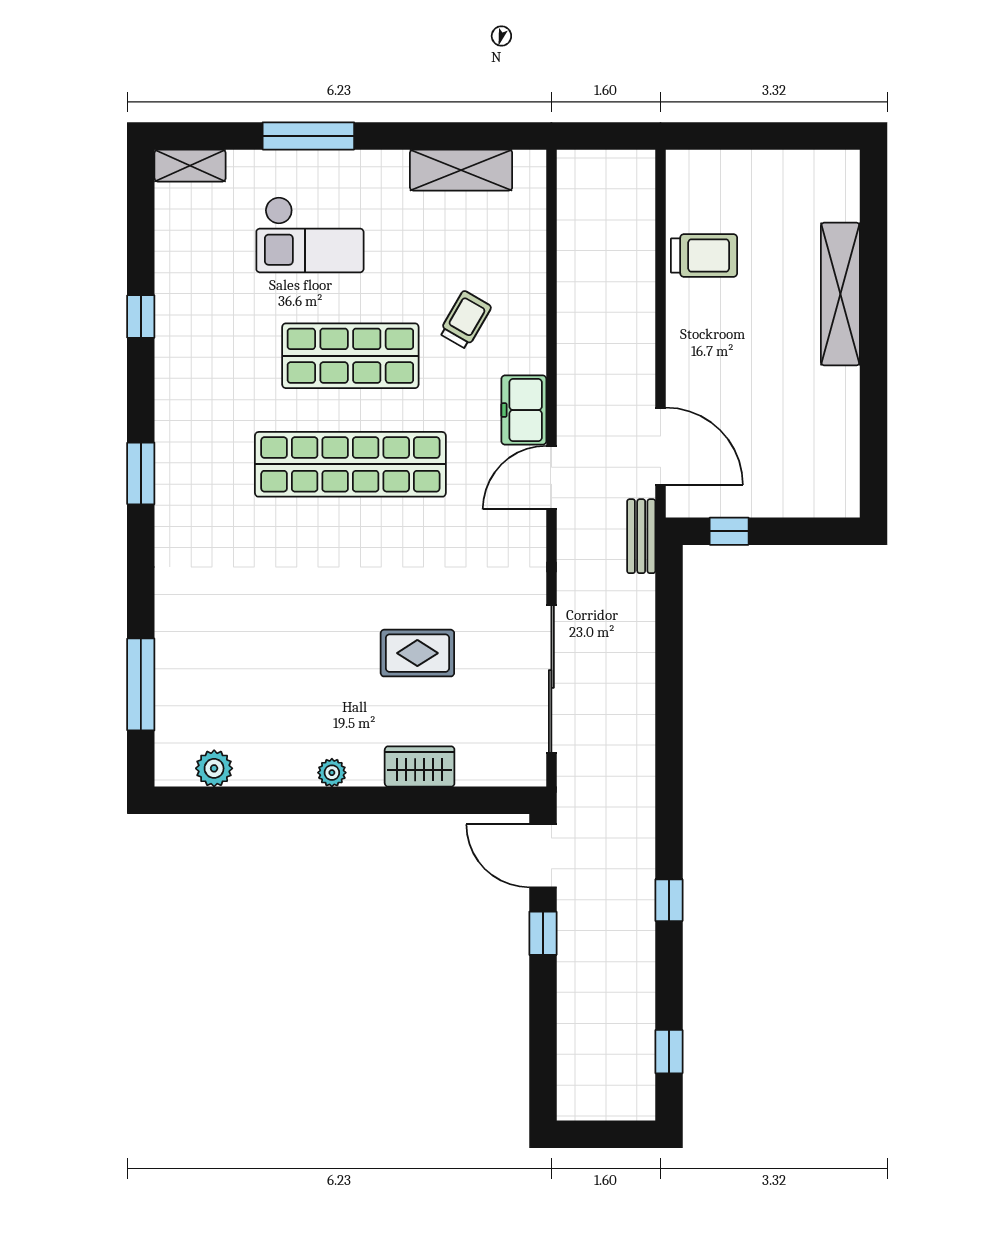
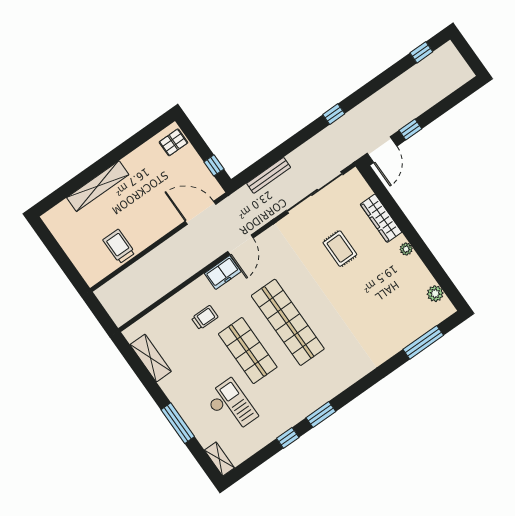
checkout: (310, 235) -> (231, 406), moved
trolley: (465, 320) -> (205, 318), turned 150
door: (660, 446) -> (200, 213), hinge flipped
window: (141, 473) -> (321, 415), moved
door: (551, 478) -> (240, 245), hinge flipped
pallet: (823, 487) -> (173, 142), added
bench: (641, 536) -> (269, 175), moved, width x1.36
wardrobe: (420, 767) -> (381, 218), width x1.50
window: (669, 900) -> (334, 114), moved

